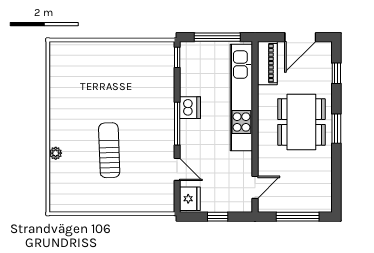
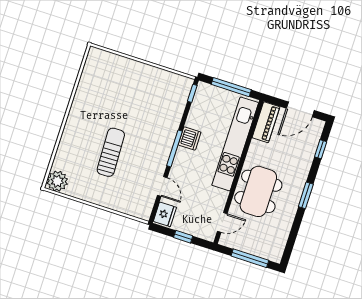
dining table: (301, 122) -> (258, 191), moved
plant: (56, 153) -> (57, 181), moved, width x1.88, depth x1.88

